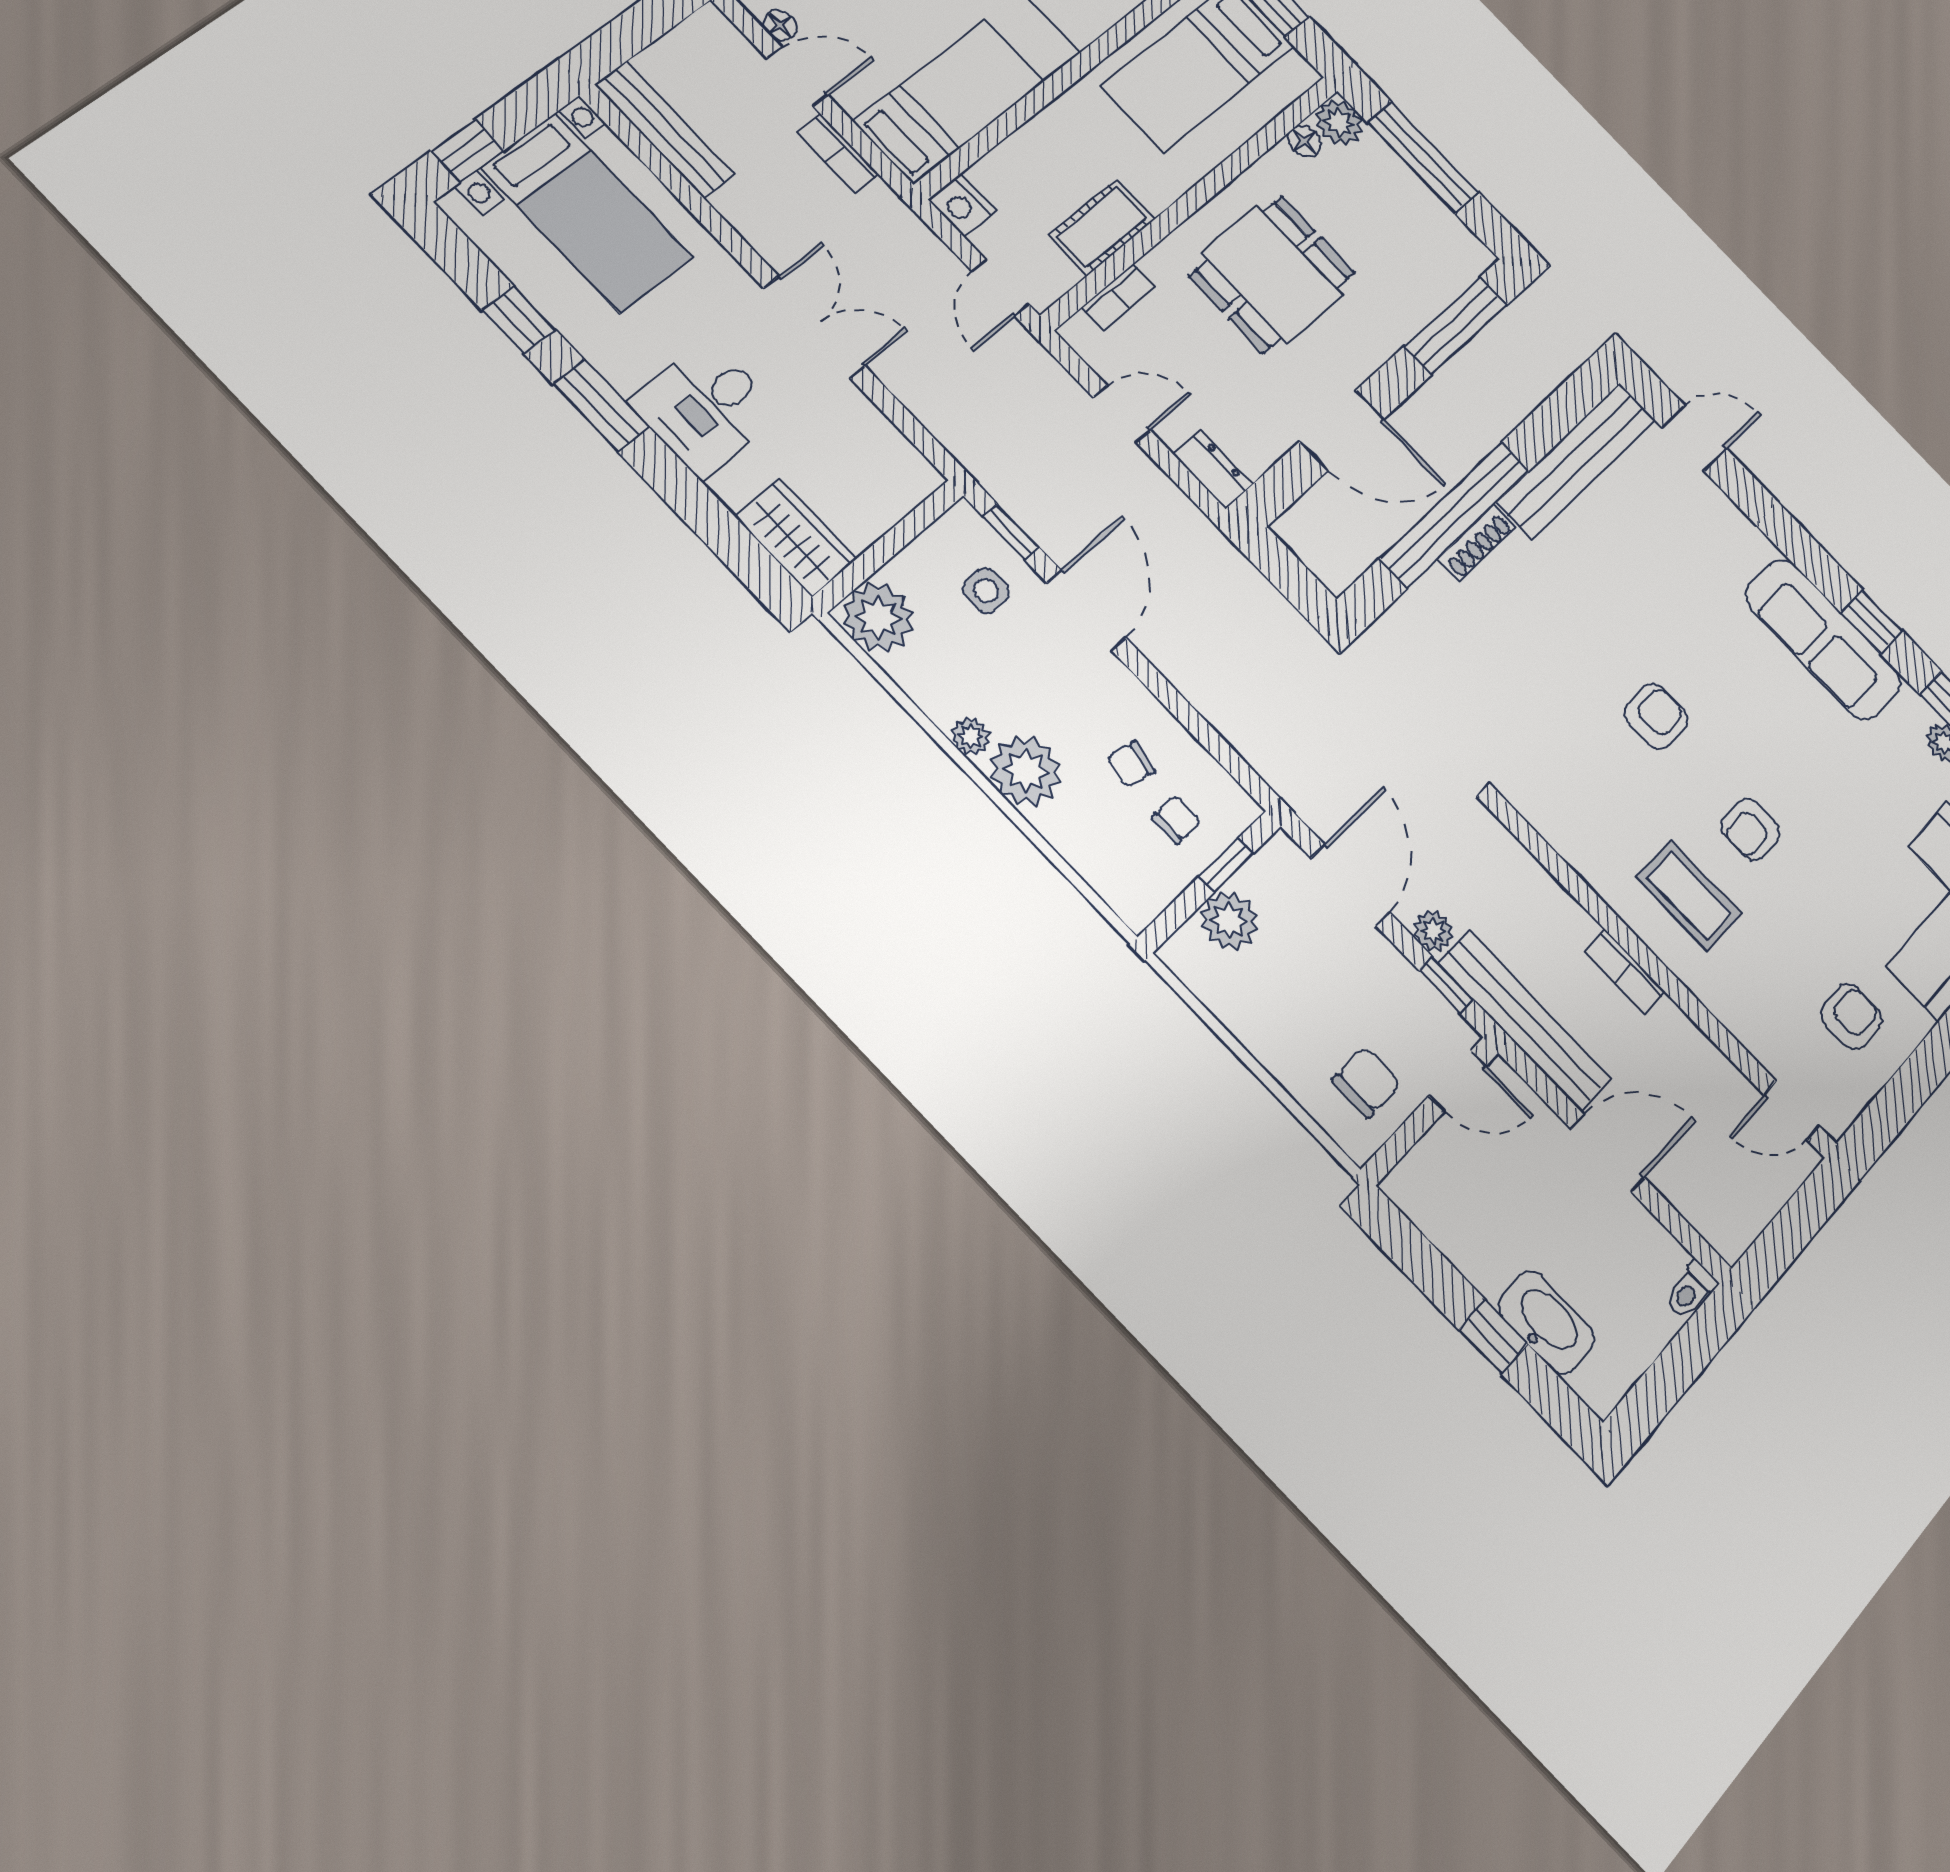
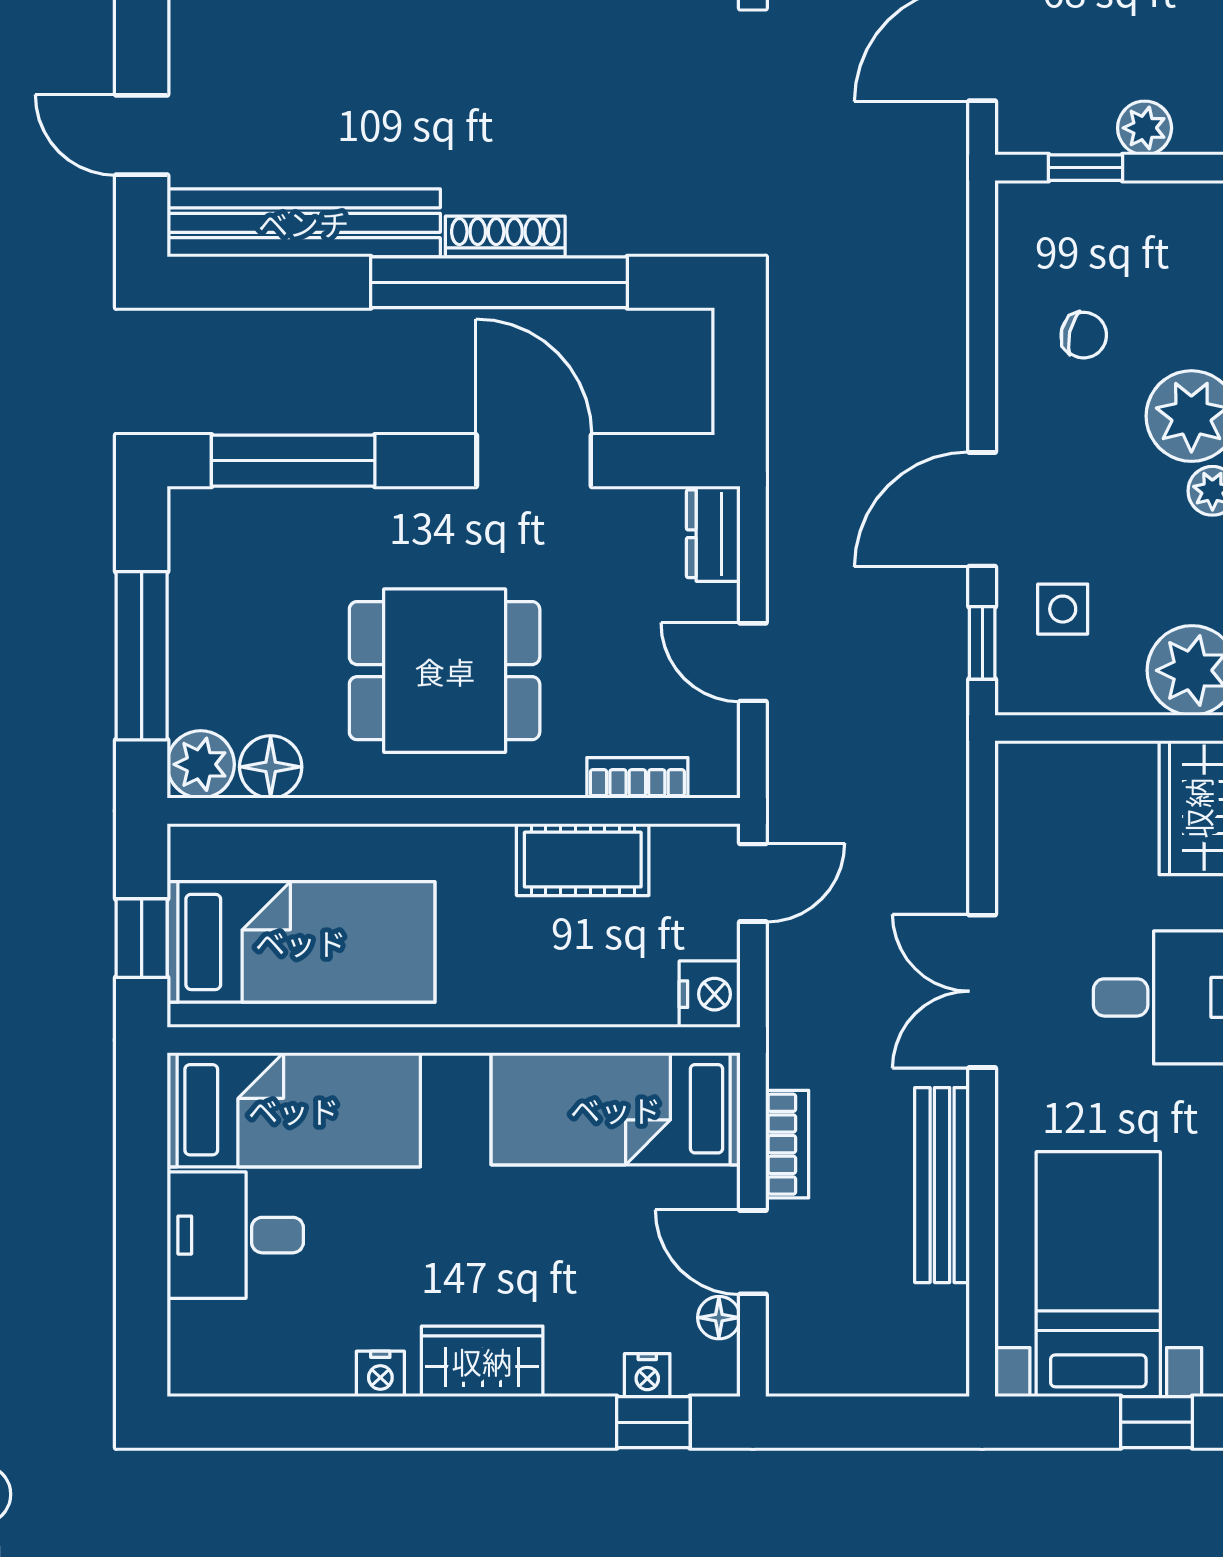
bench: (665, 130) -> (942, 1185), moved
floor lamp: (1304, 141) -> (271, 767), width x1.37, depth x1.37
chair: (1176, 819) -> (1091, 249), removed
plant: (1229, 921) -> (1145, 128), width x0.73, depth x0.73

